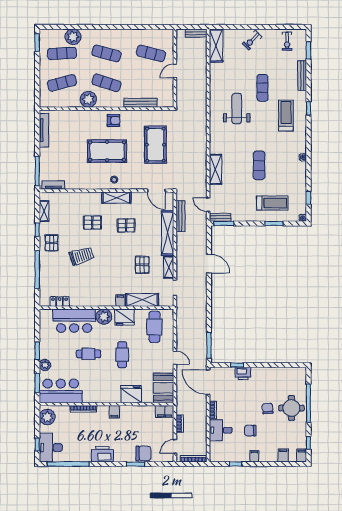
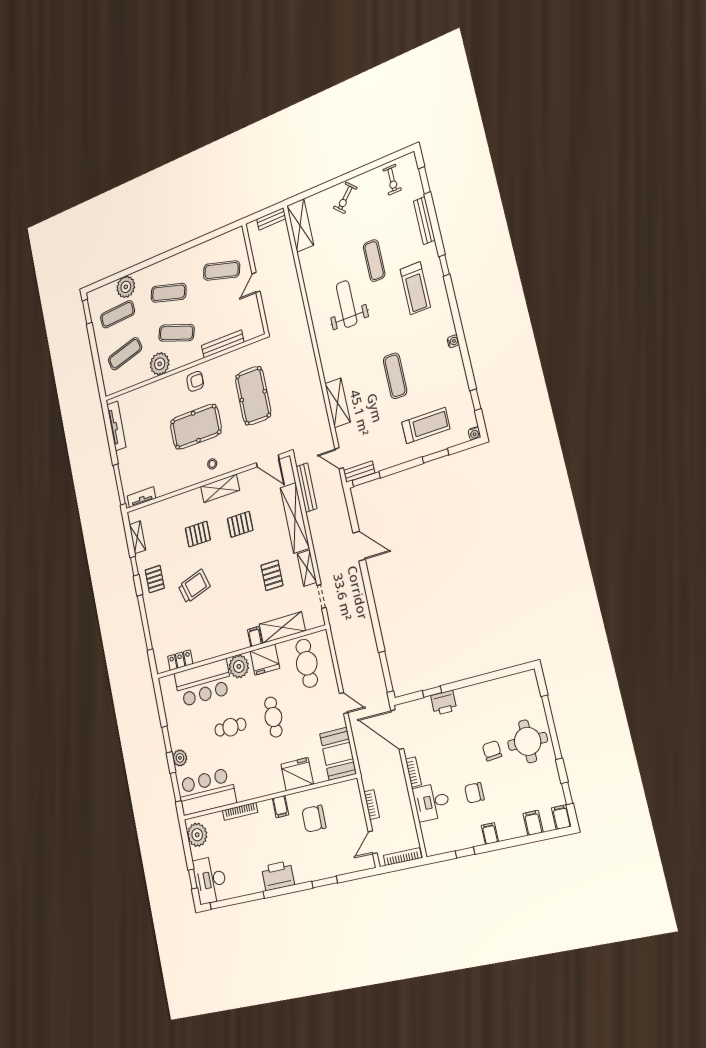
treadmill: (286, 116) -> (415, 288), turned 180
filing cabinet: (165, 411) -> (347, 790), removed
chair: (143, 453) -> (314, 819), moved, turned 180

